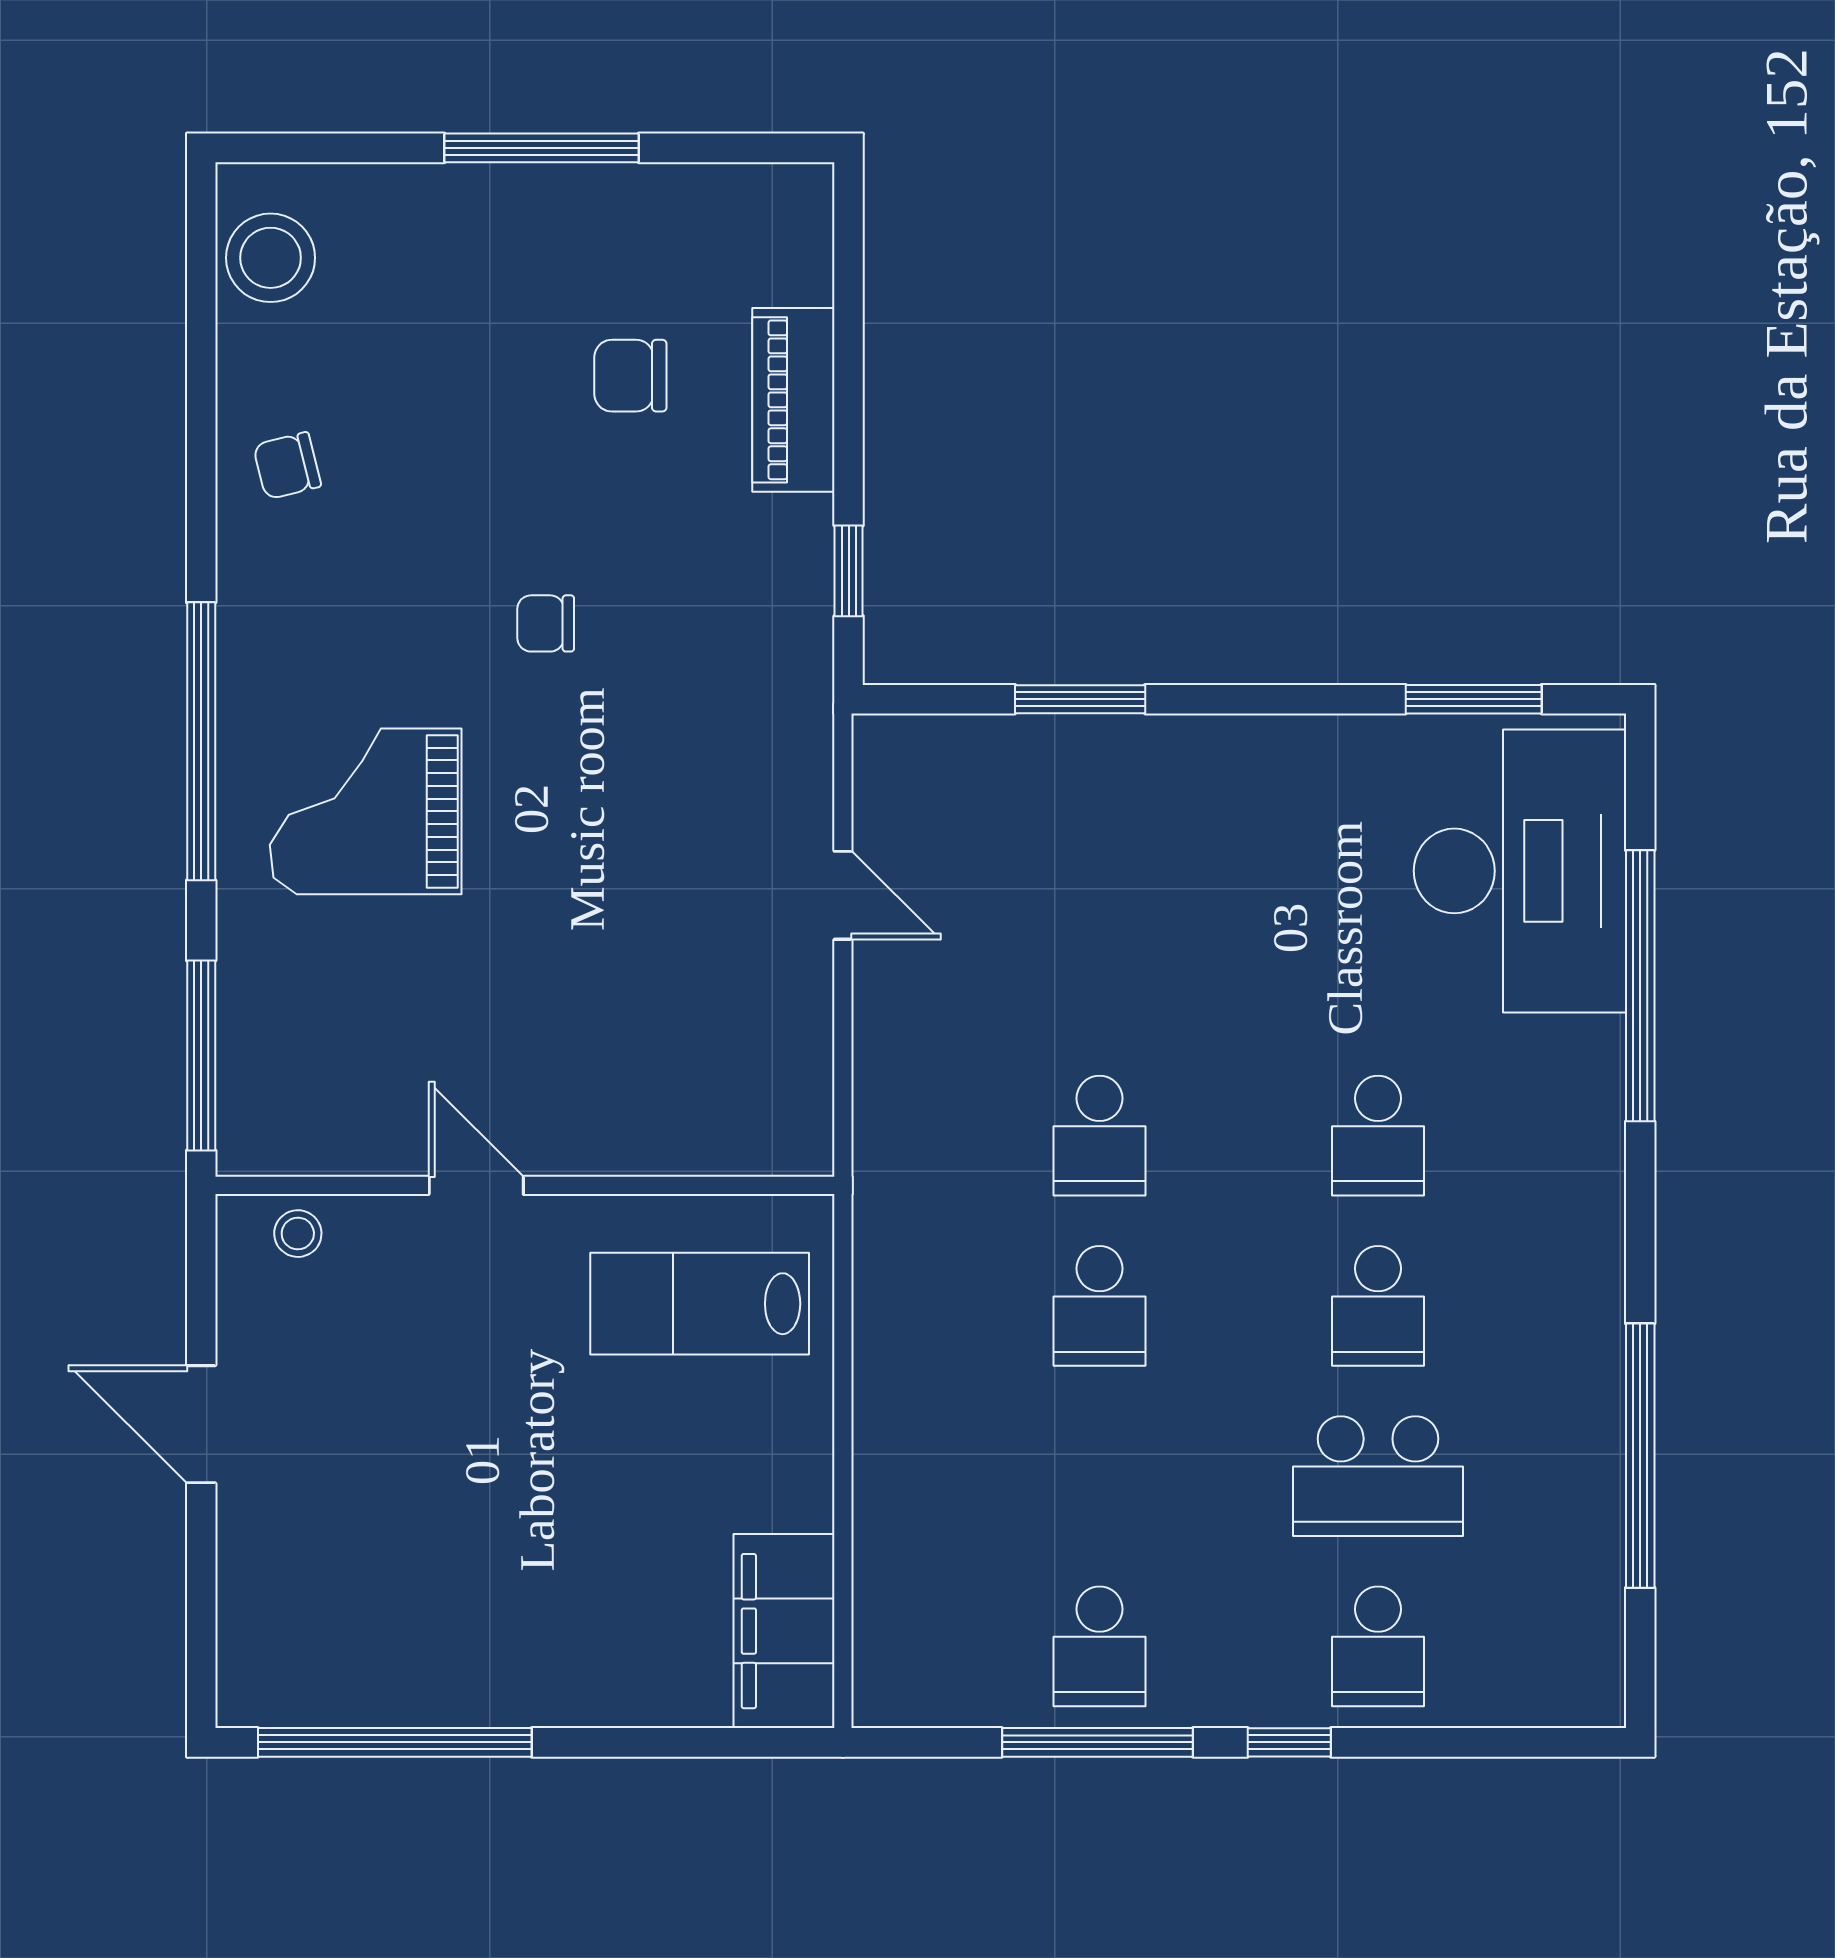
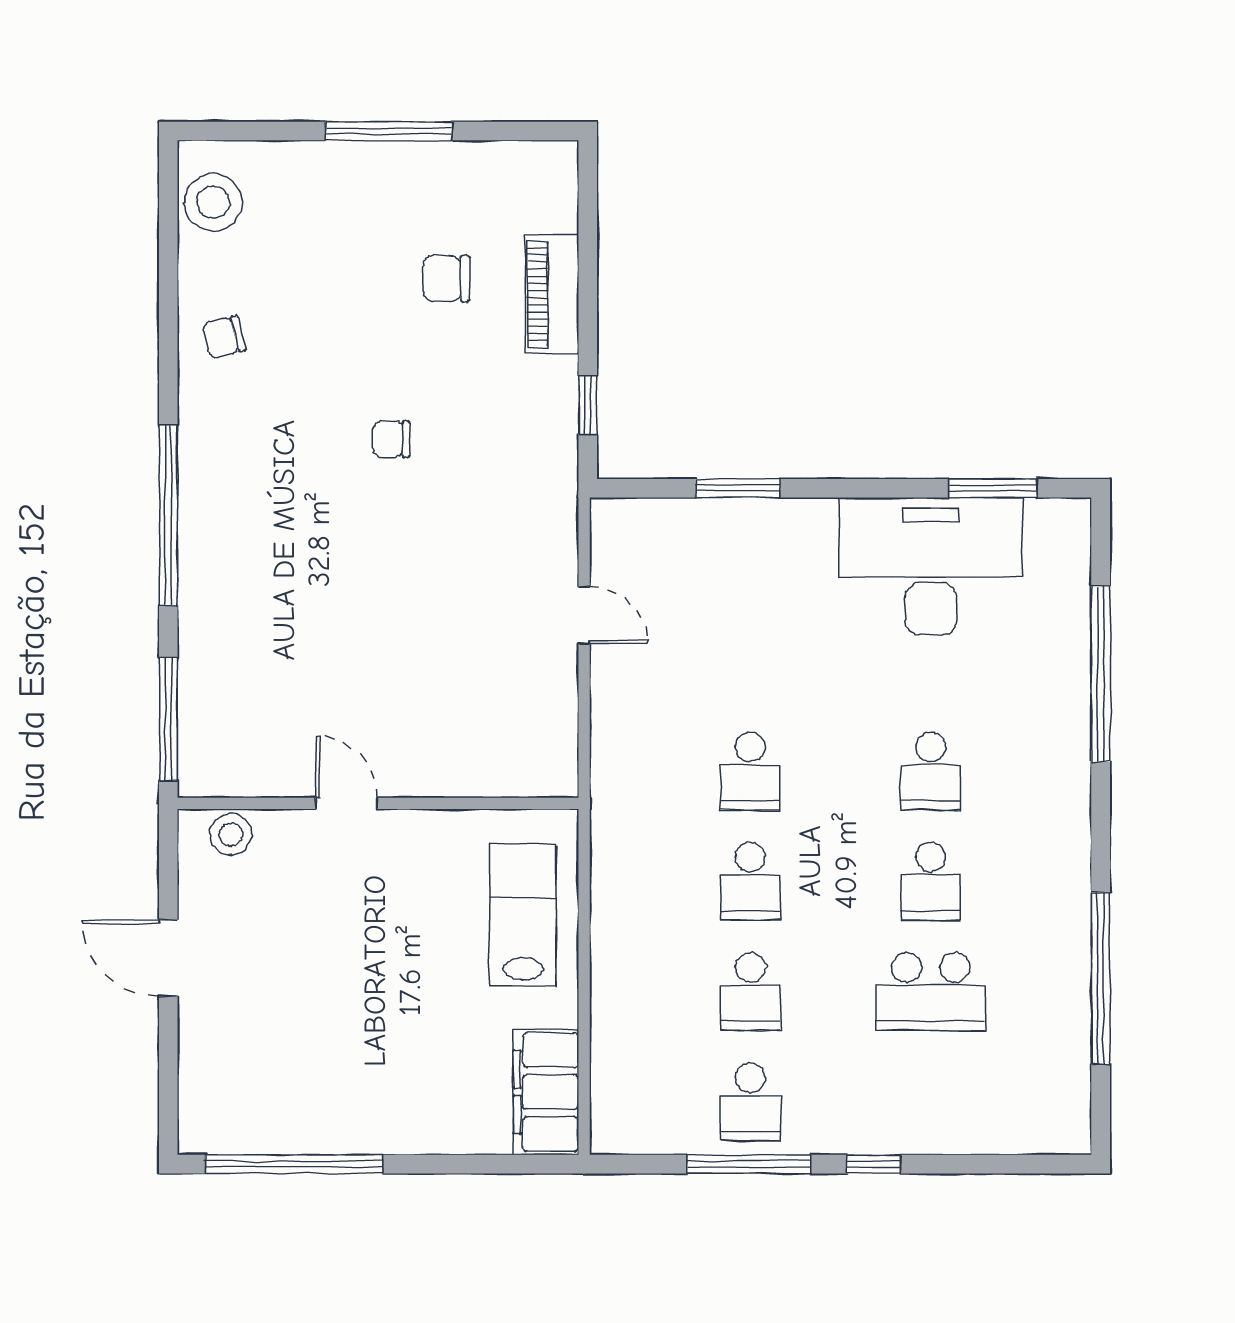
grand piano: (366, 811) -> (275, 561), removed
desk: (1520, 871) -> (931, 566), moved, turned -90
stool: (298, 1234) -> (231, 834), width x1.37, depth x1.37
lab bench: (700, 1304) -> (523, 915), moved, turned 90
school desk: (1378, 1646) -> (750, 992), moved

